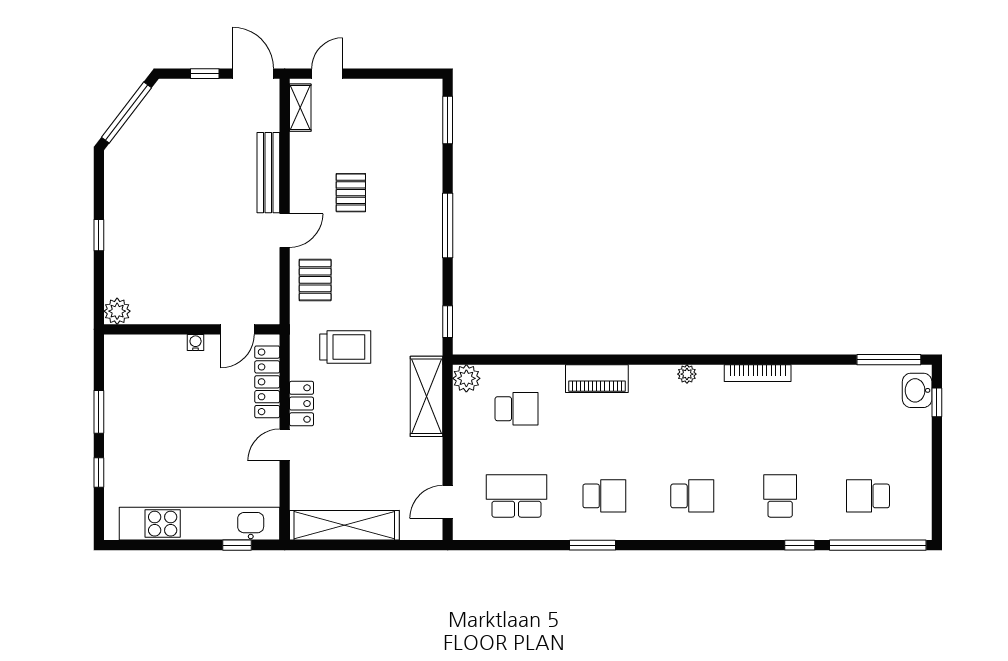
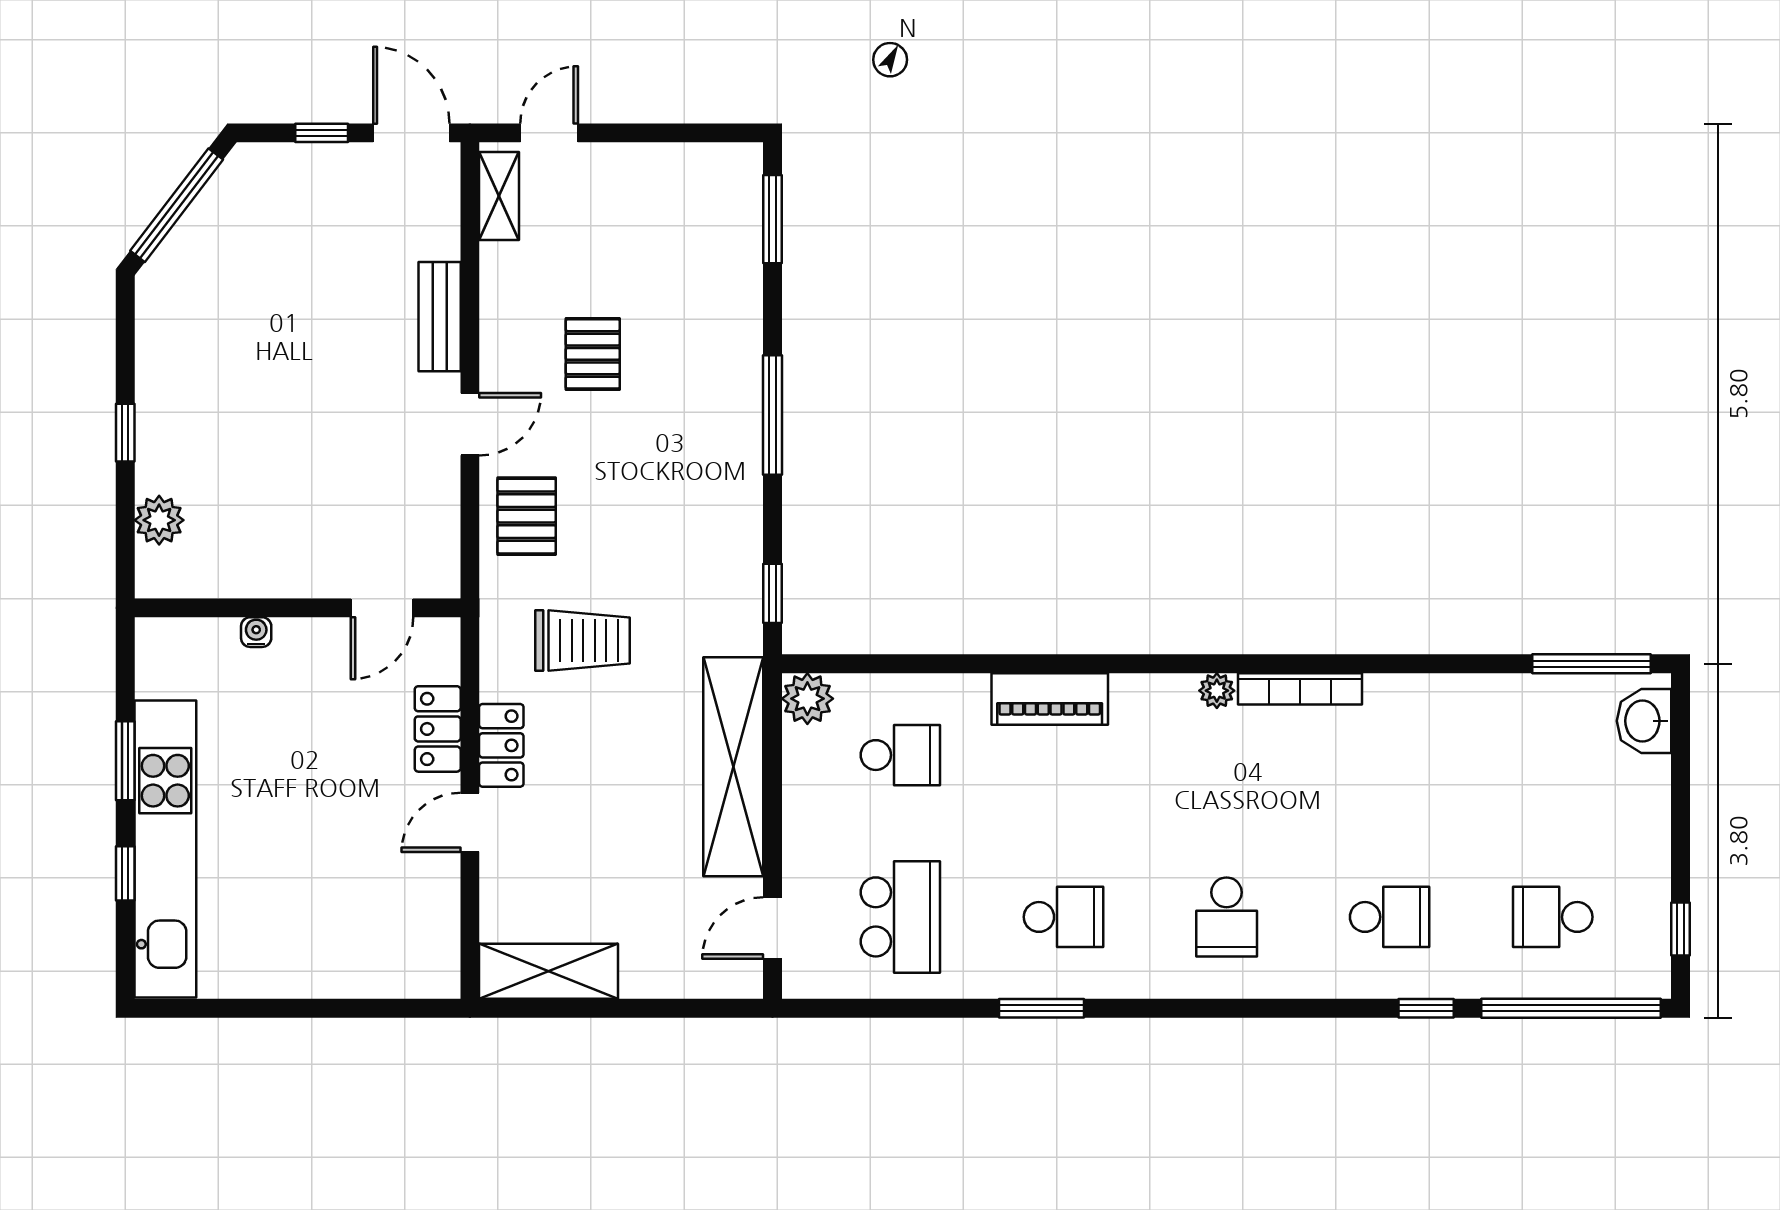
bench: (268, 173) -> (440, 317), width x0.73
plant: (117, 311) -> (159, 520), moved
water cooler: (196, 342) -> (256, 632), moved
bookcase: (758, 373) -> (1300, 689), moved
locker: (267, 382) -> (438, 729), width x0.66
shelving: (427, 396) -> (733, 767), width x1.47
window: (937, 402) -> (1681, 929), moved
school desk: (516, 496) -> (900, 917), turned 90
school desk: (692, 496) -> (1227, 917), turned 90
school desk: (780, 496) -> (1390, 917), turned 90
kitchen unit: (199, 524) -> (165, 849), moved, turned 90
shelving: (344, 525) -> (548, 971), width x0.68
window: (237, 545) -> (382, 1008), removed

